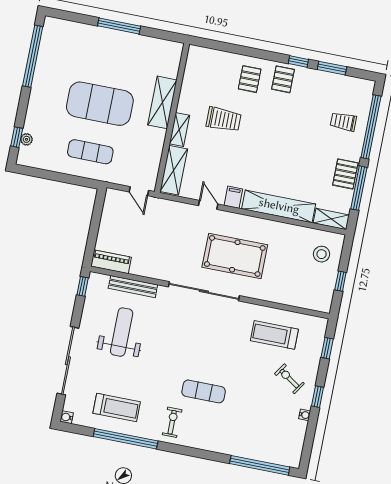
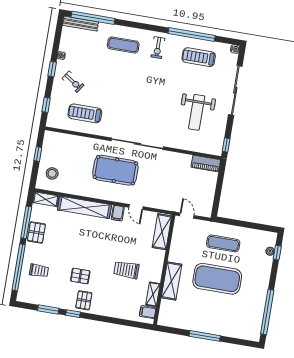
filing cabinet: (196, 61) -> (148, 312), added
pallet: (250, 79) -> (80, 276), moved, turned 90
shelving: (179, 130) -> (153, 294), moved
bench: (133, 287) -> (81, 24), moved
treadmill: (274, 335) -> (85, 113), turned 180
exercise mat: (204, 391) -> (123, 45), moved

